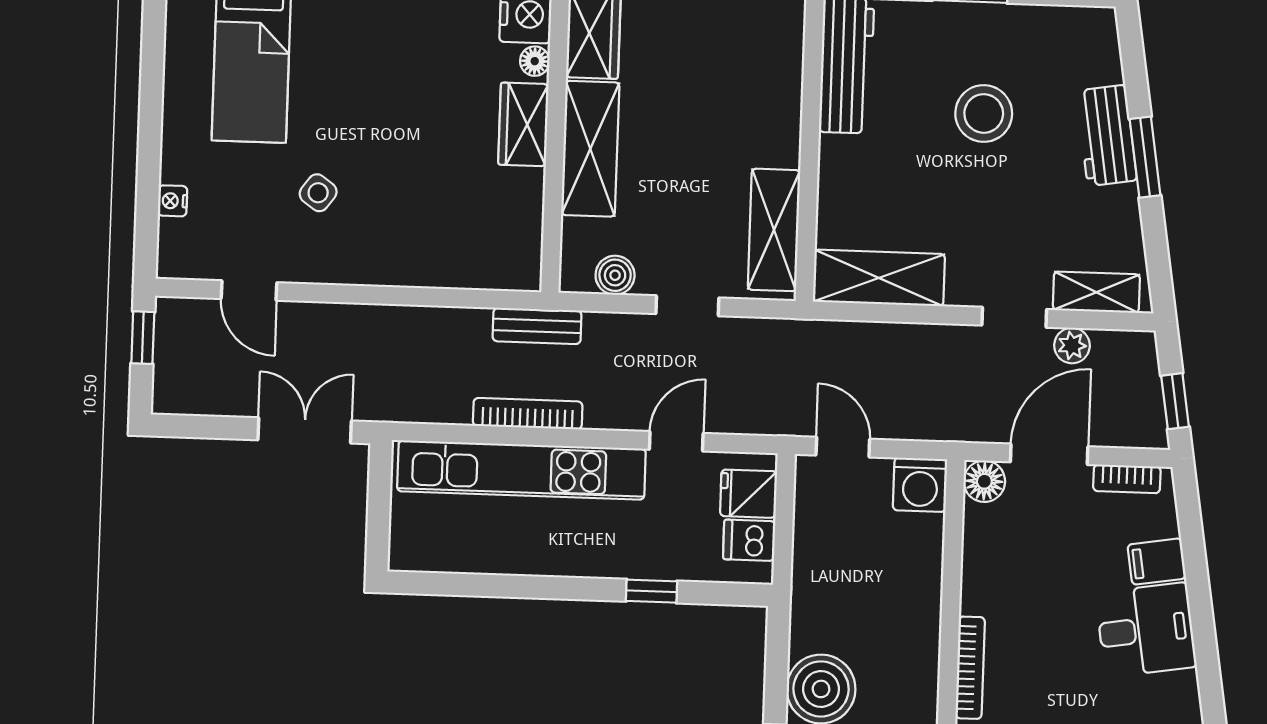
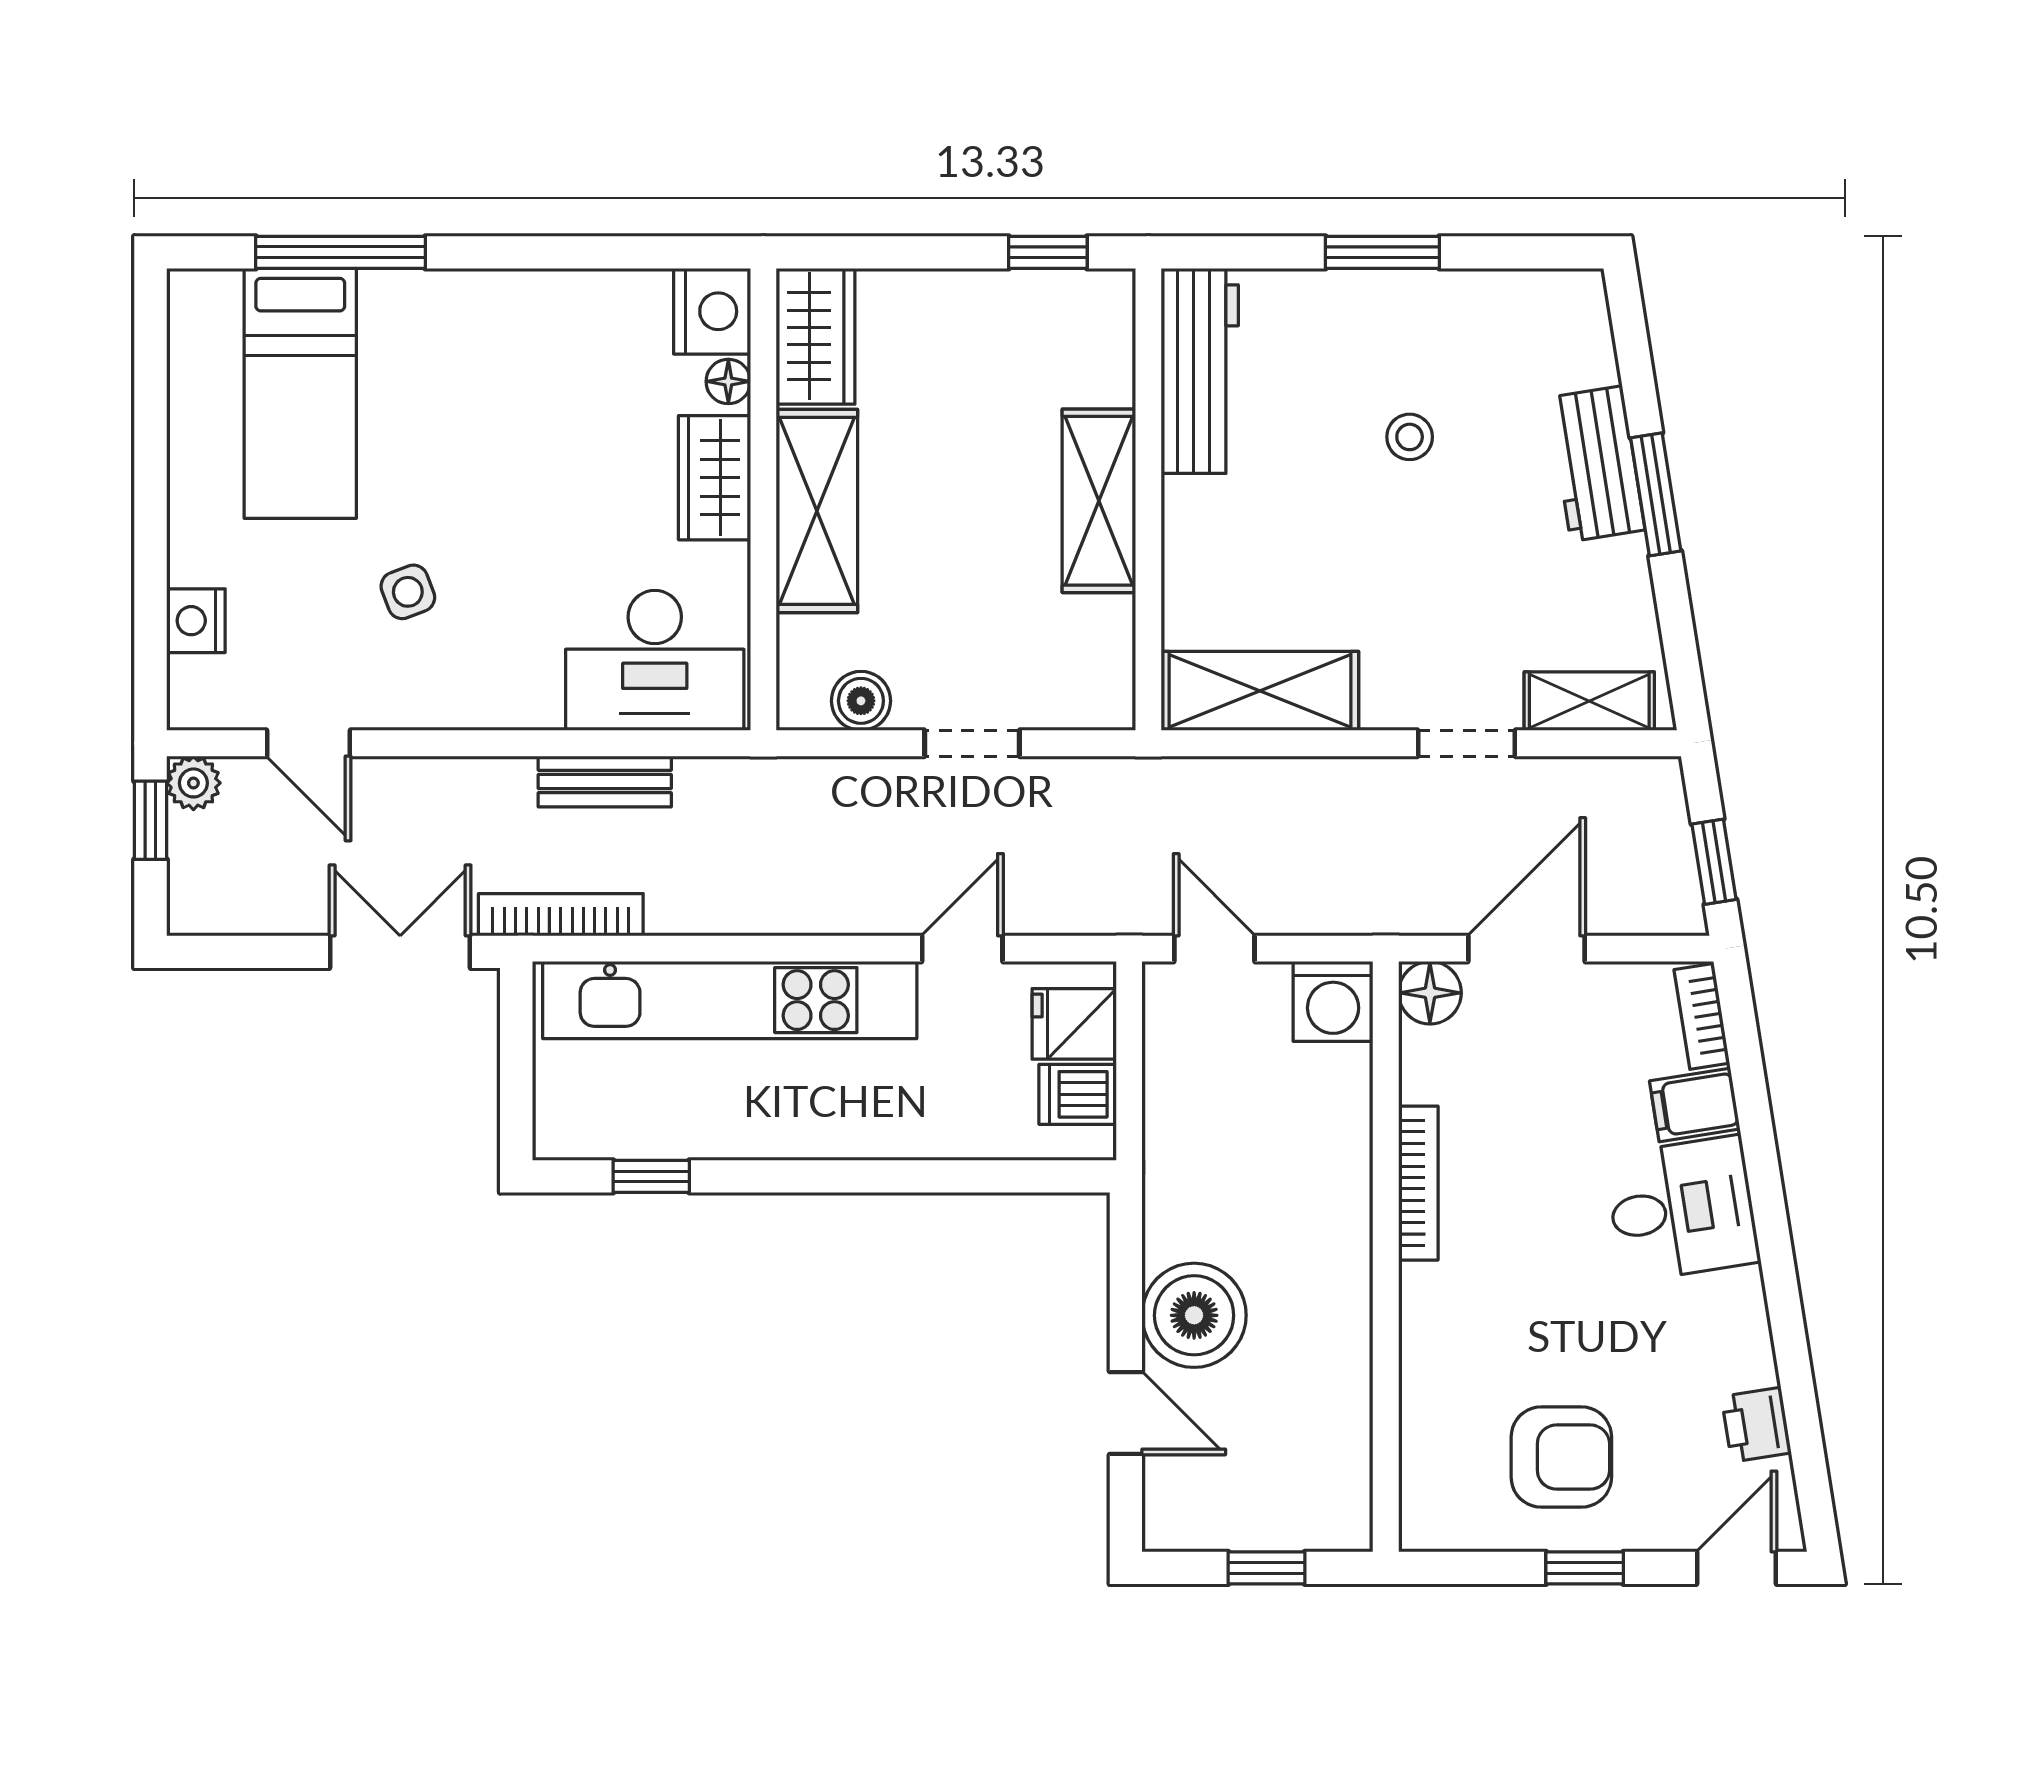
stool: (984, 113) -> (1410, 437), width x0.53, depth x0.53
side table: (318, 193) -> (408, 592), turned 33
nightstand: (173, 201) -> (196, 621), width x1.39, depth x1.35
shelving: (774, 230) -> (1099, 501), moved
desk: (480, 244) -> (655, 660), added
bench: (537, 326) -> (605, 781), moved
plant: (1072, 346) -> (193, 783), moved
bookcase: (528, 414) -> (561, 915), moved
bookcase: (1127, 479) -> (1702, 1016), moved, turned 81
window: (652, 591) -> (651, 1176), moved
bookcase: (970, 668) -> (1418, 1183), moved

